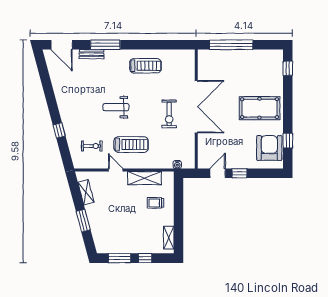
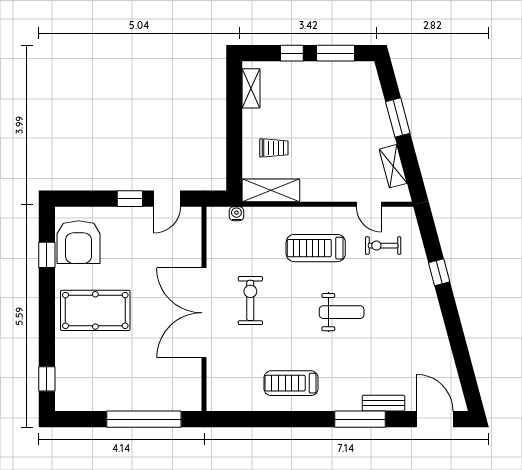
door: (116, 170) -> (369, 204), moved
shelving: (145, 178) -> (271, 190), moved

